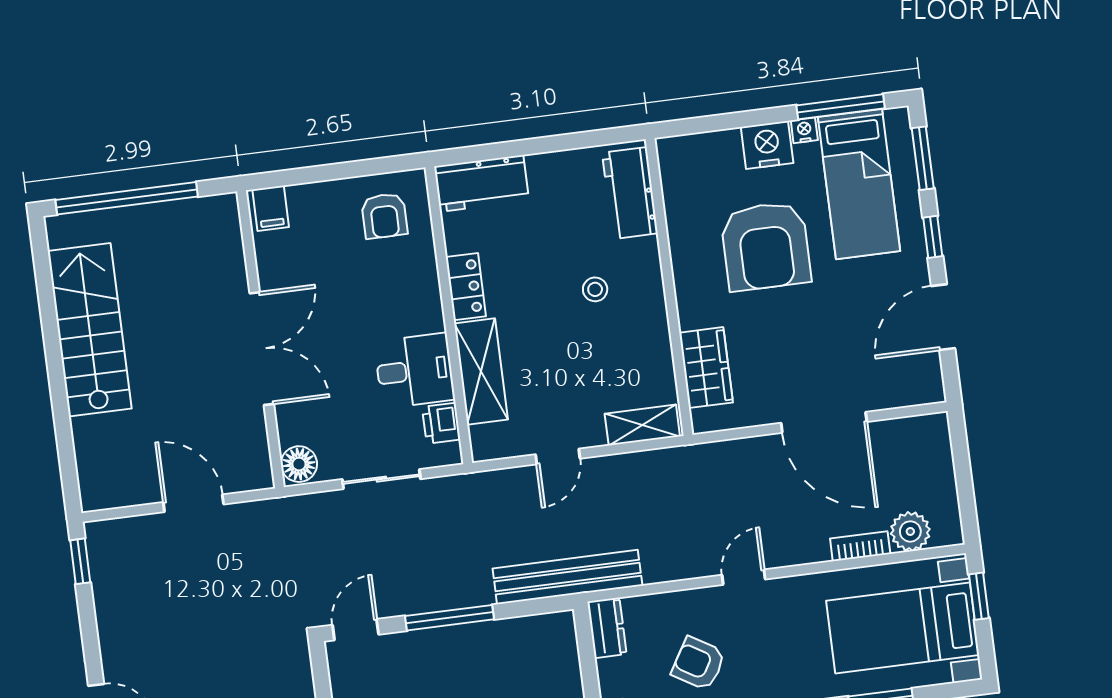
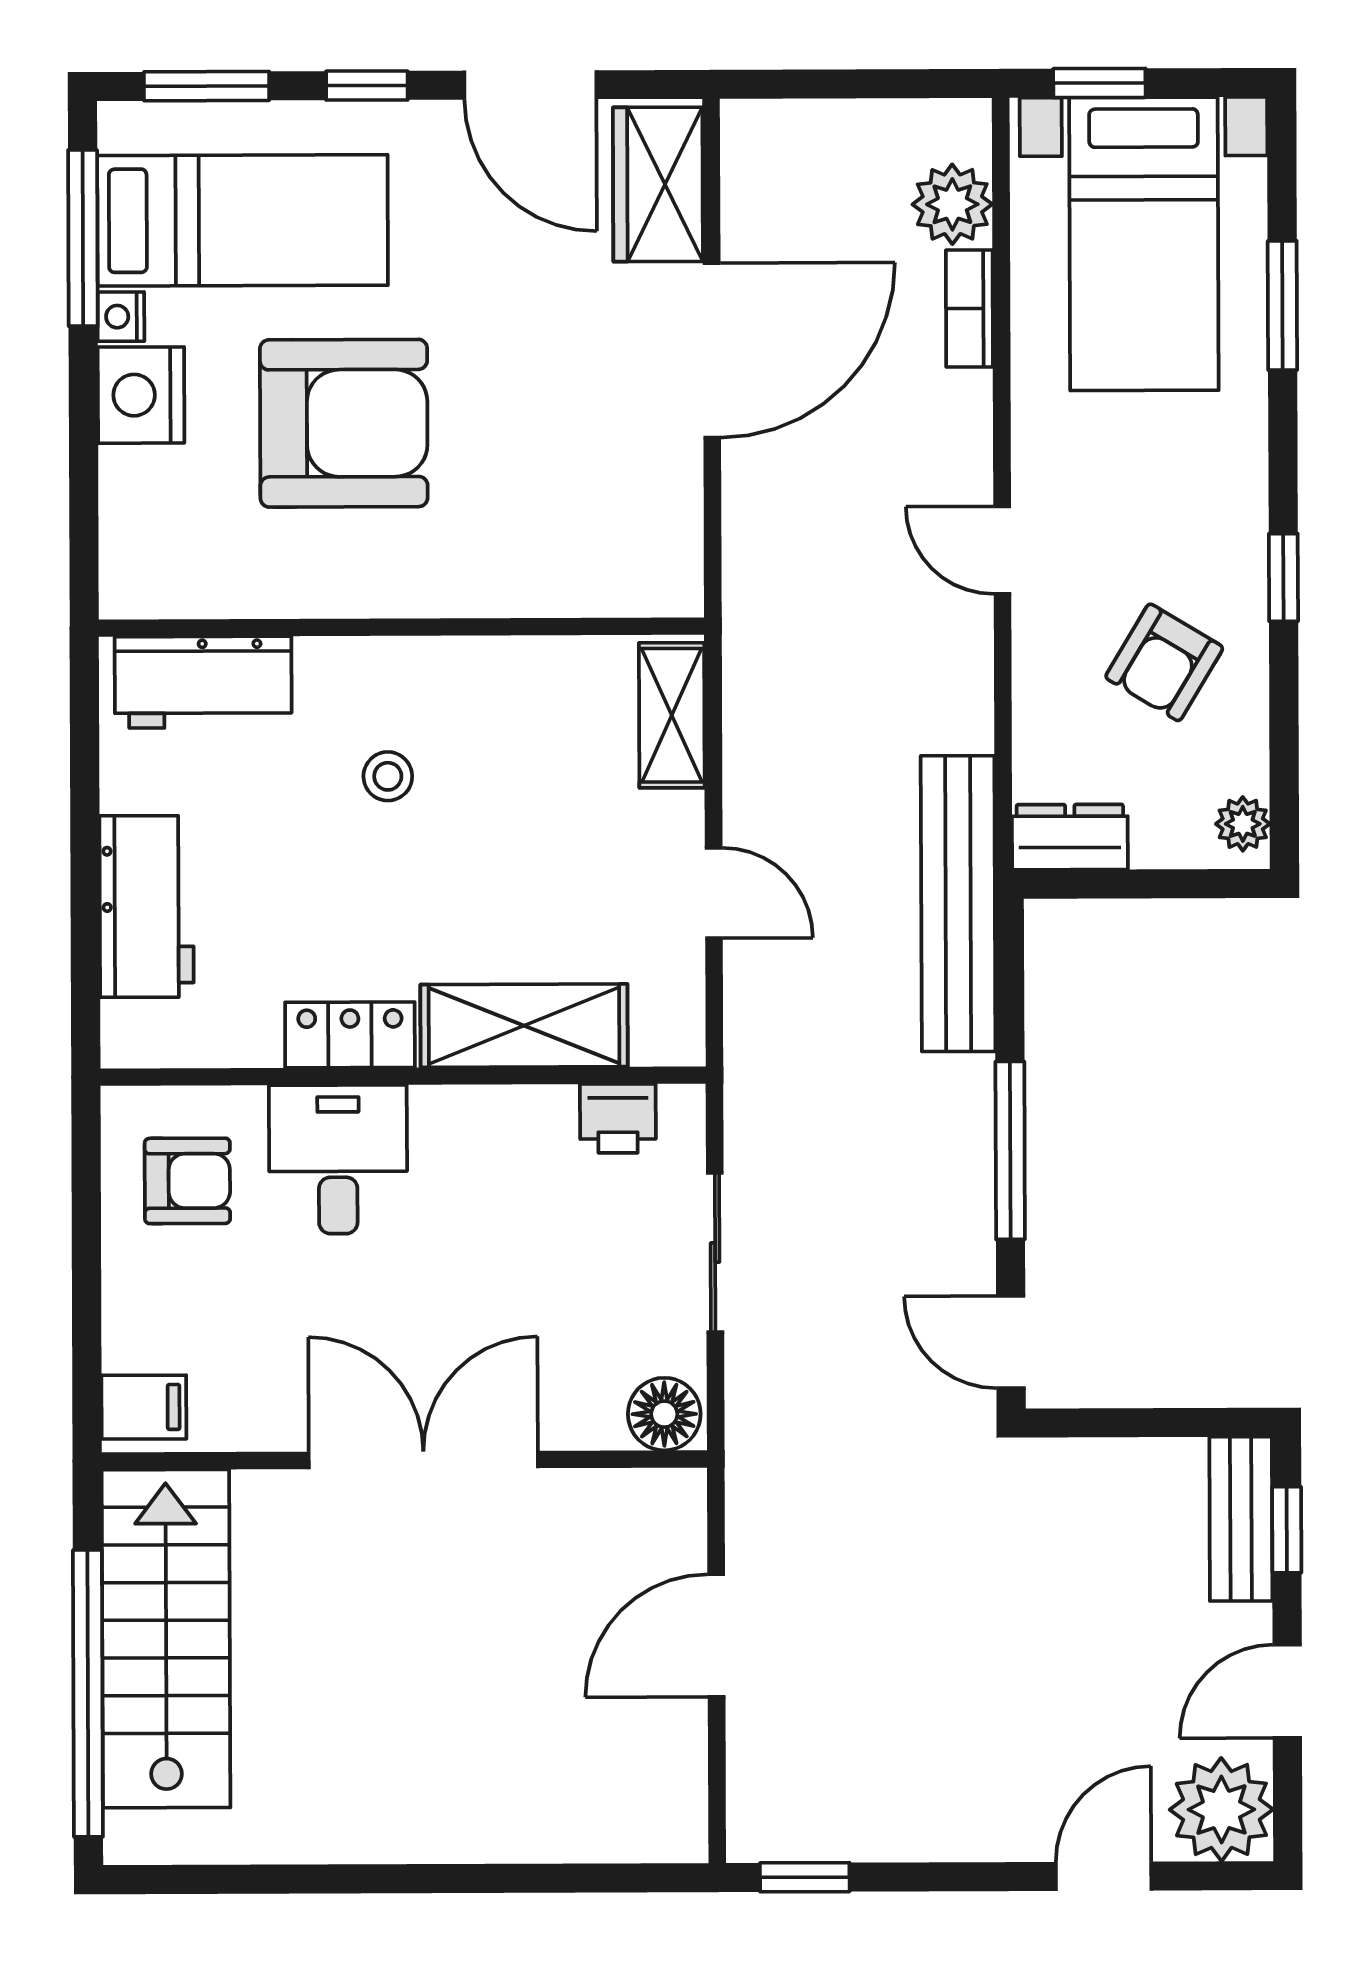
workbench: (482, 183) -> (147, 906), moved
stairs: (90, 330) -> (166, 1639), moved, turned 90
wardrobe: (706, 368) -> (658, 184), moved, turned -90
desk: (415, 371) -> (338, 1159), moved

